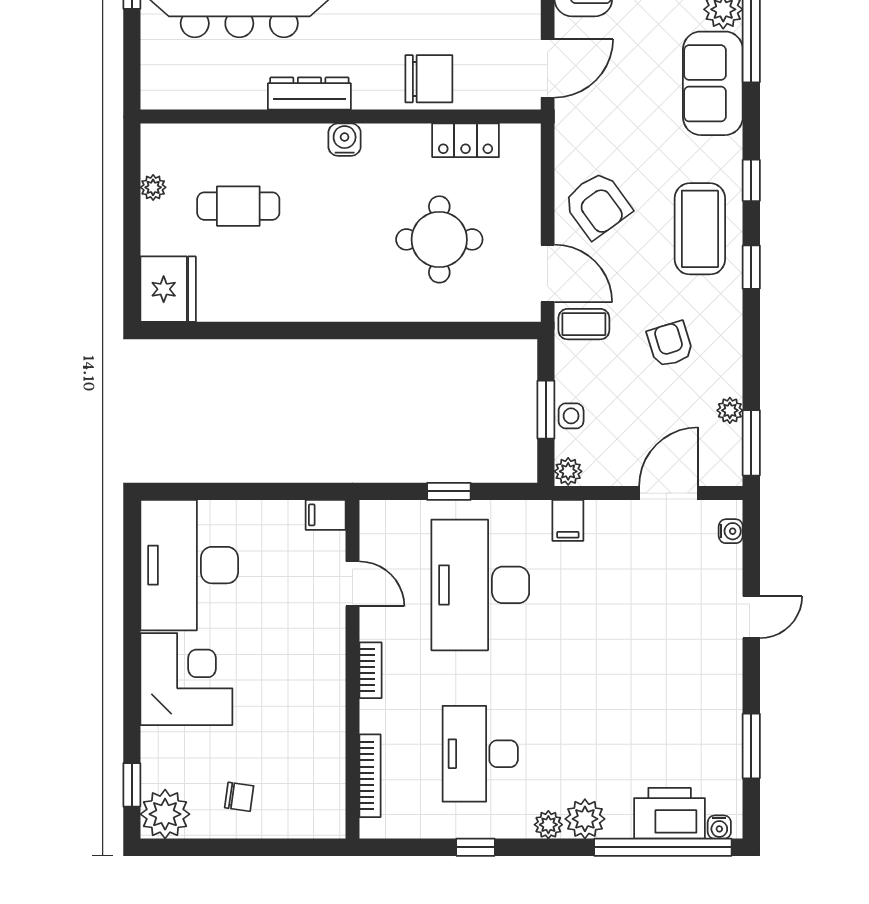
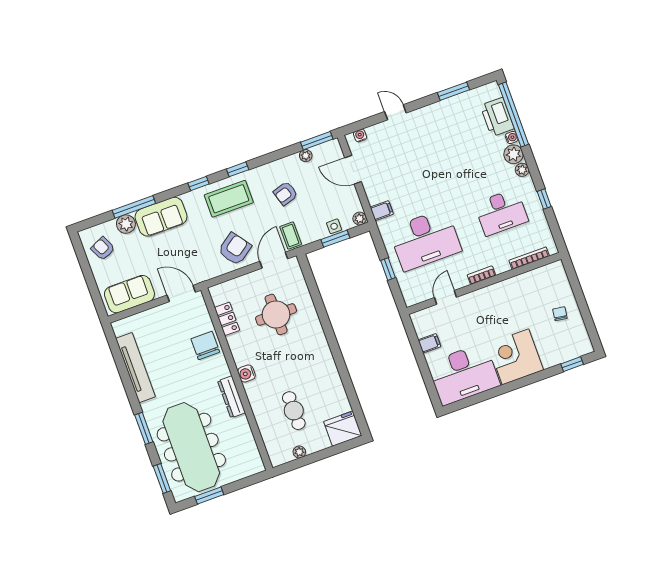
filing cabinet: (326, 515) -> (429, 343), moved, turned -90
plant: (165, 814) -> (580, 344), removed
water cooler: (719, 827) -> (512, 137), moved

